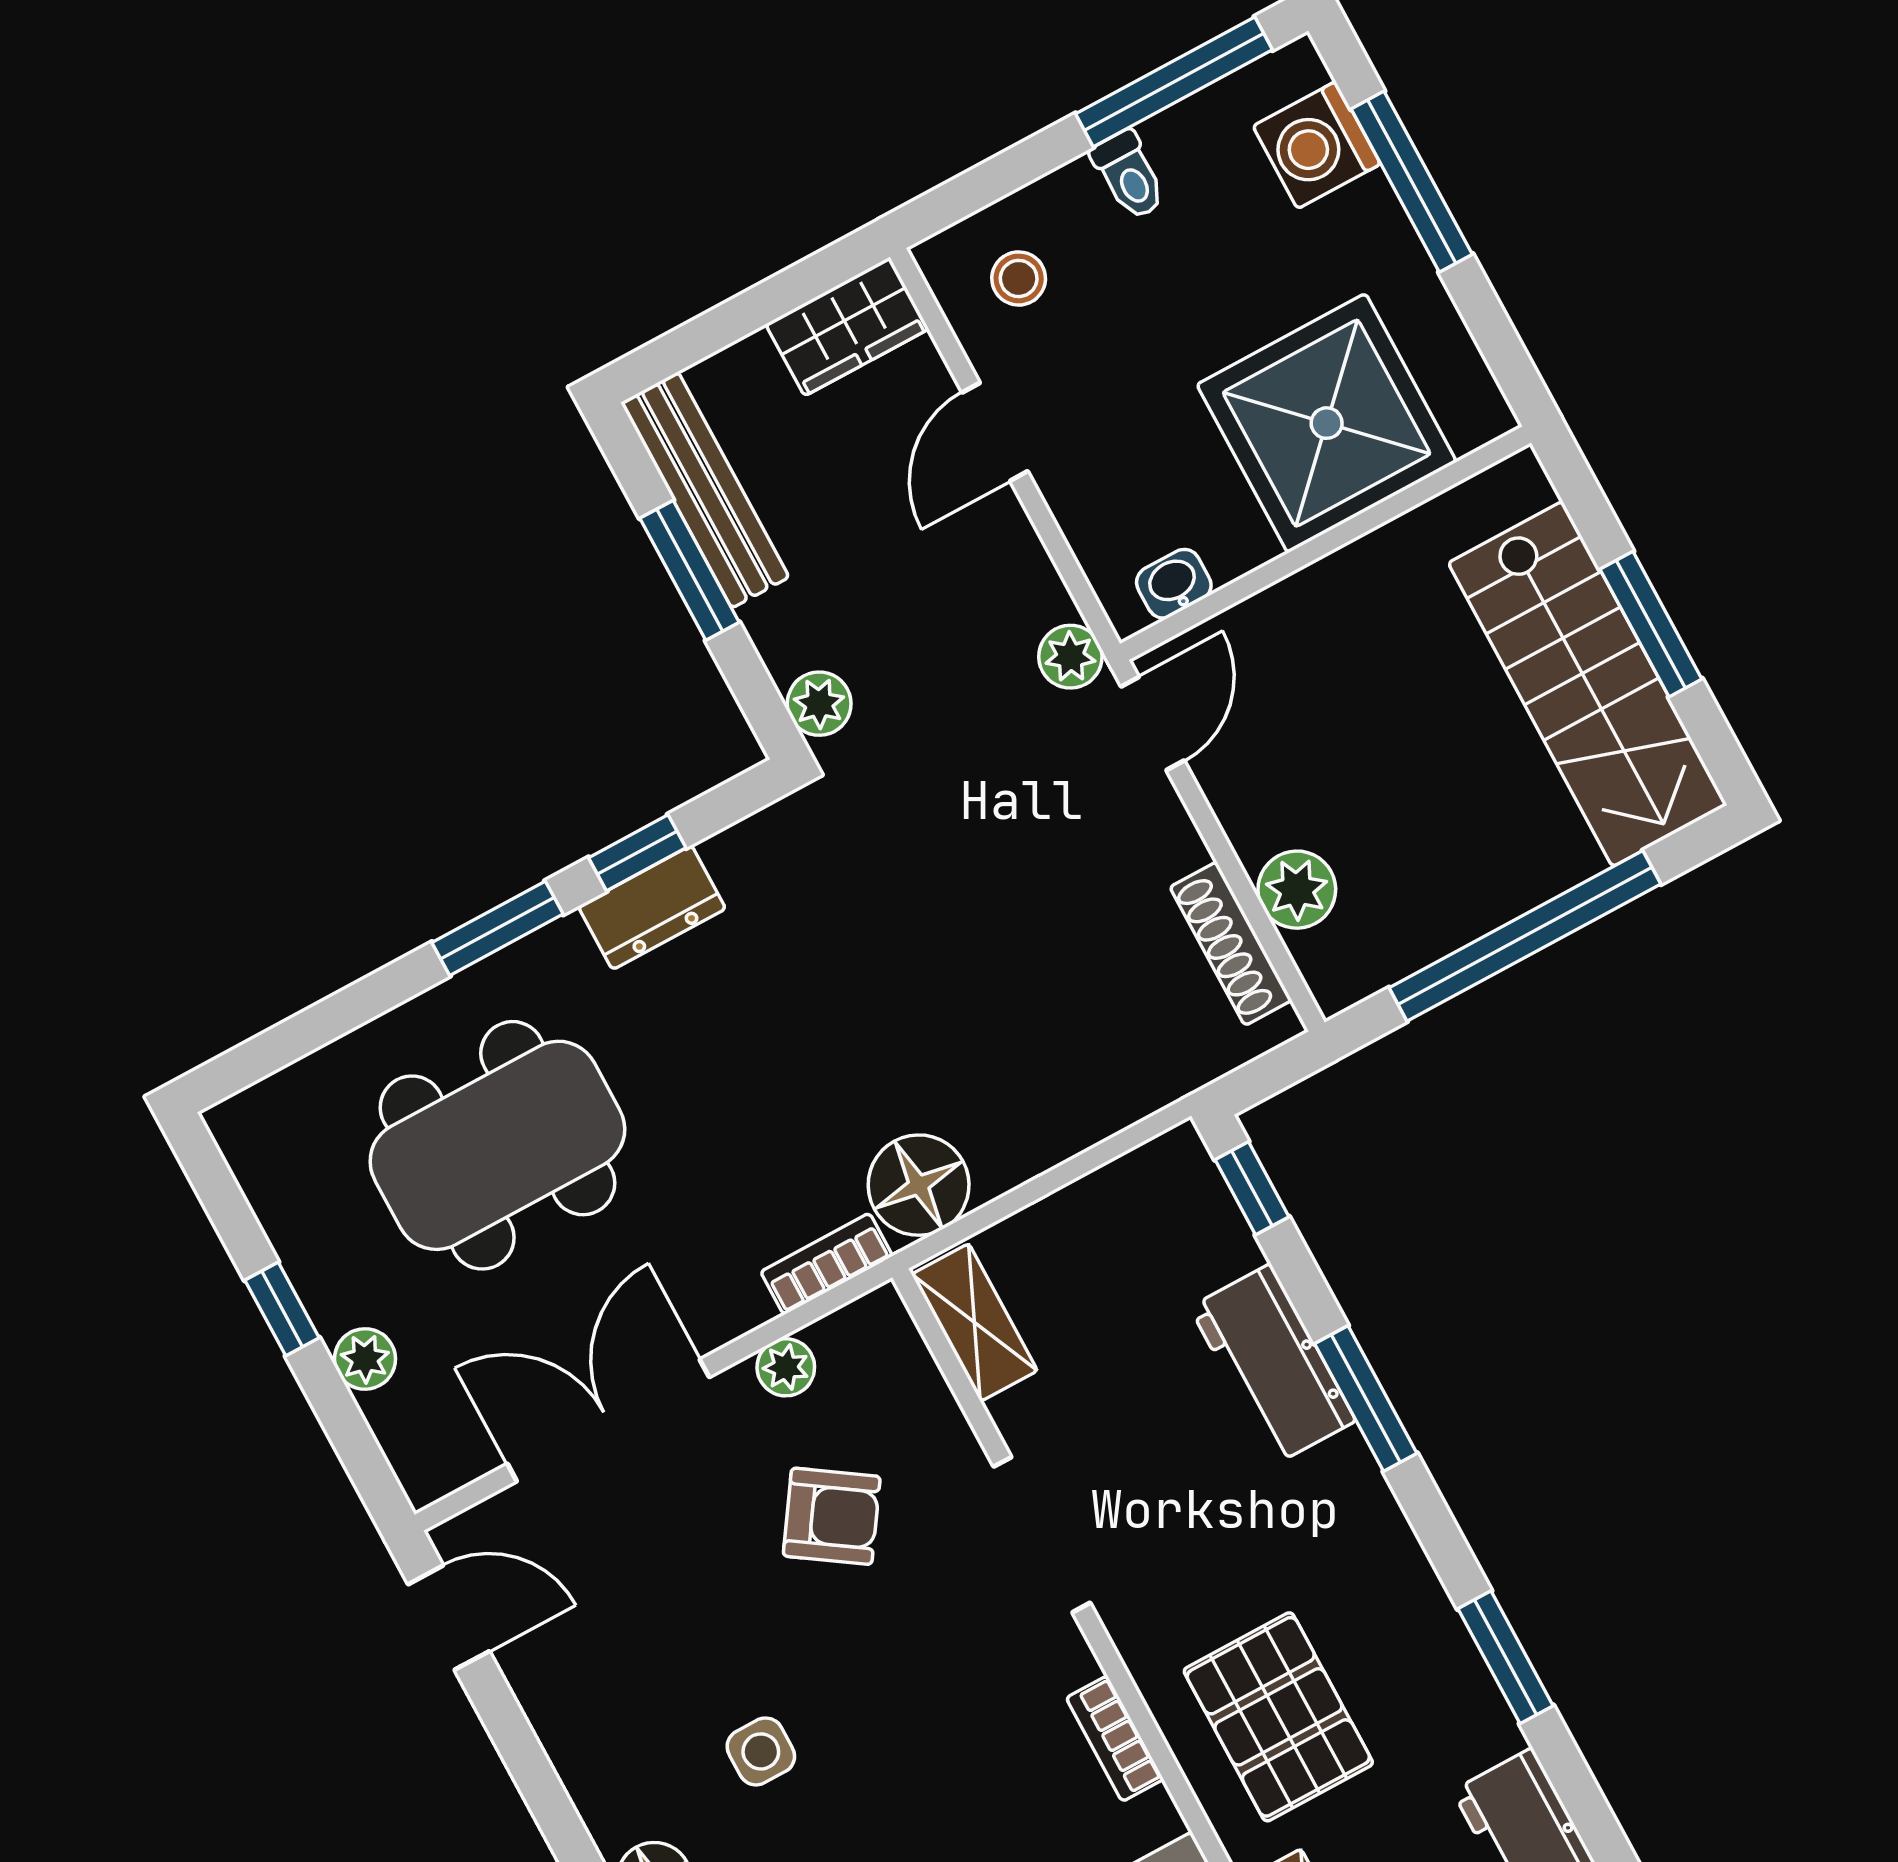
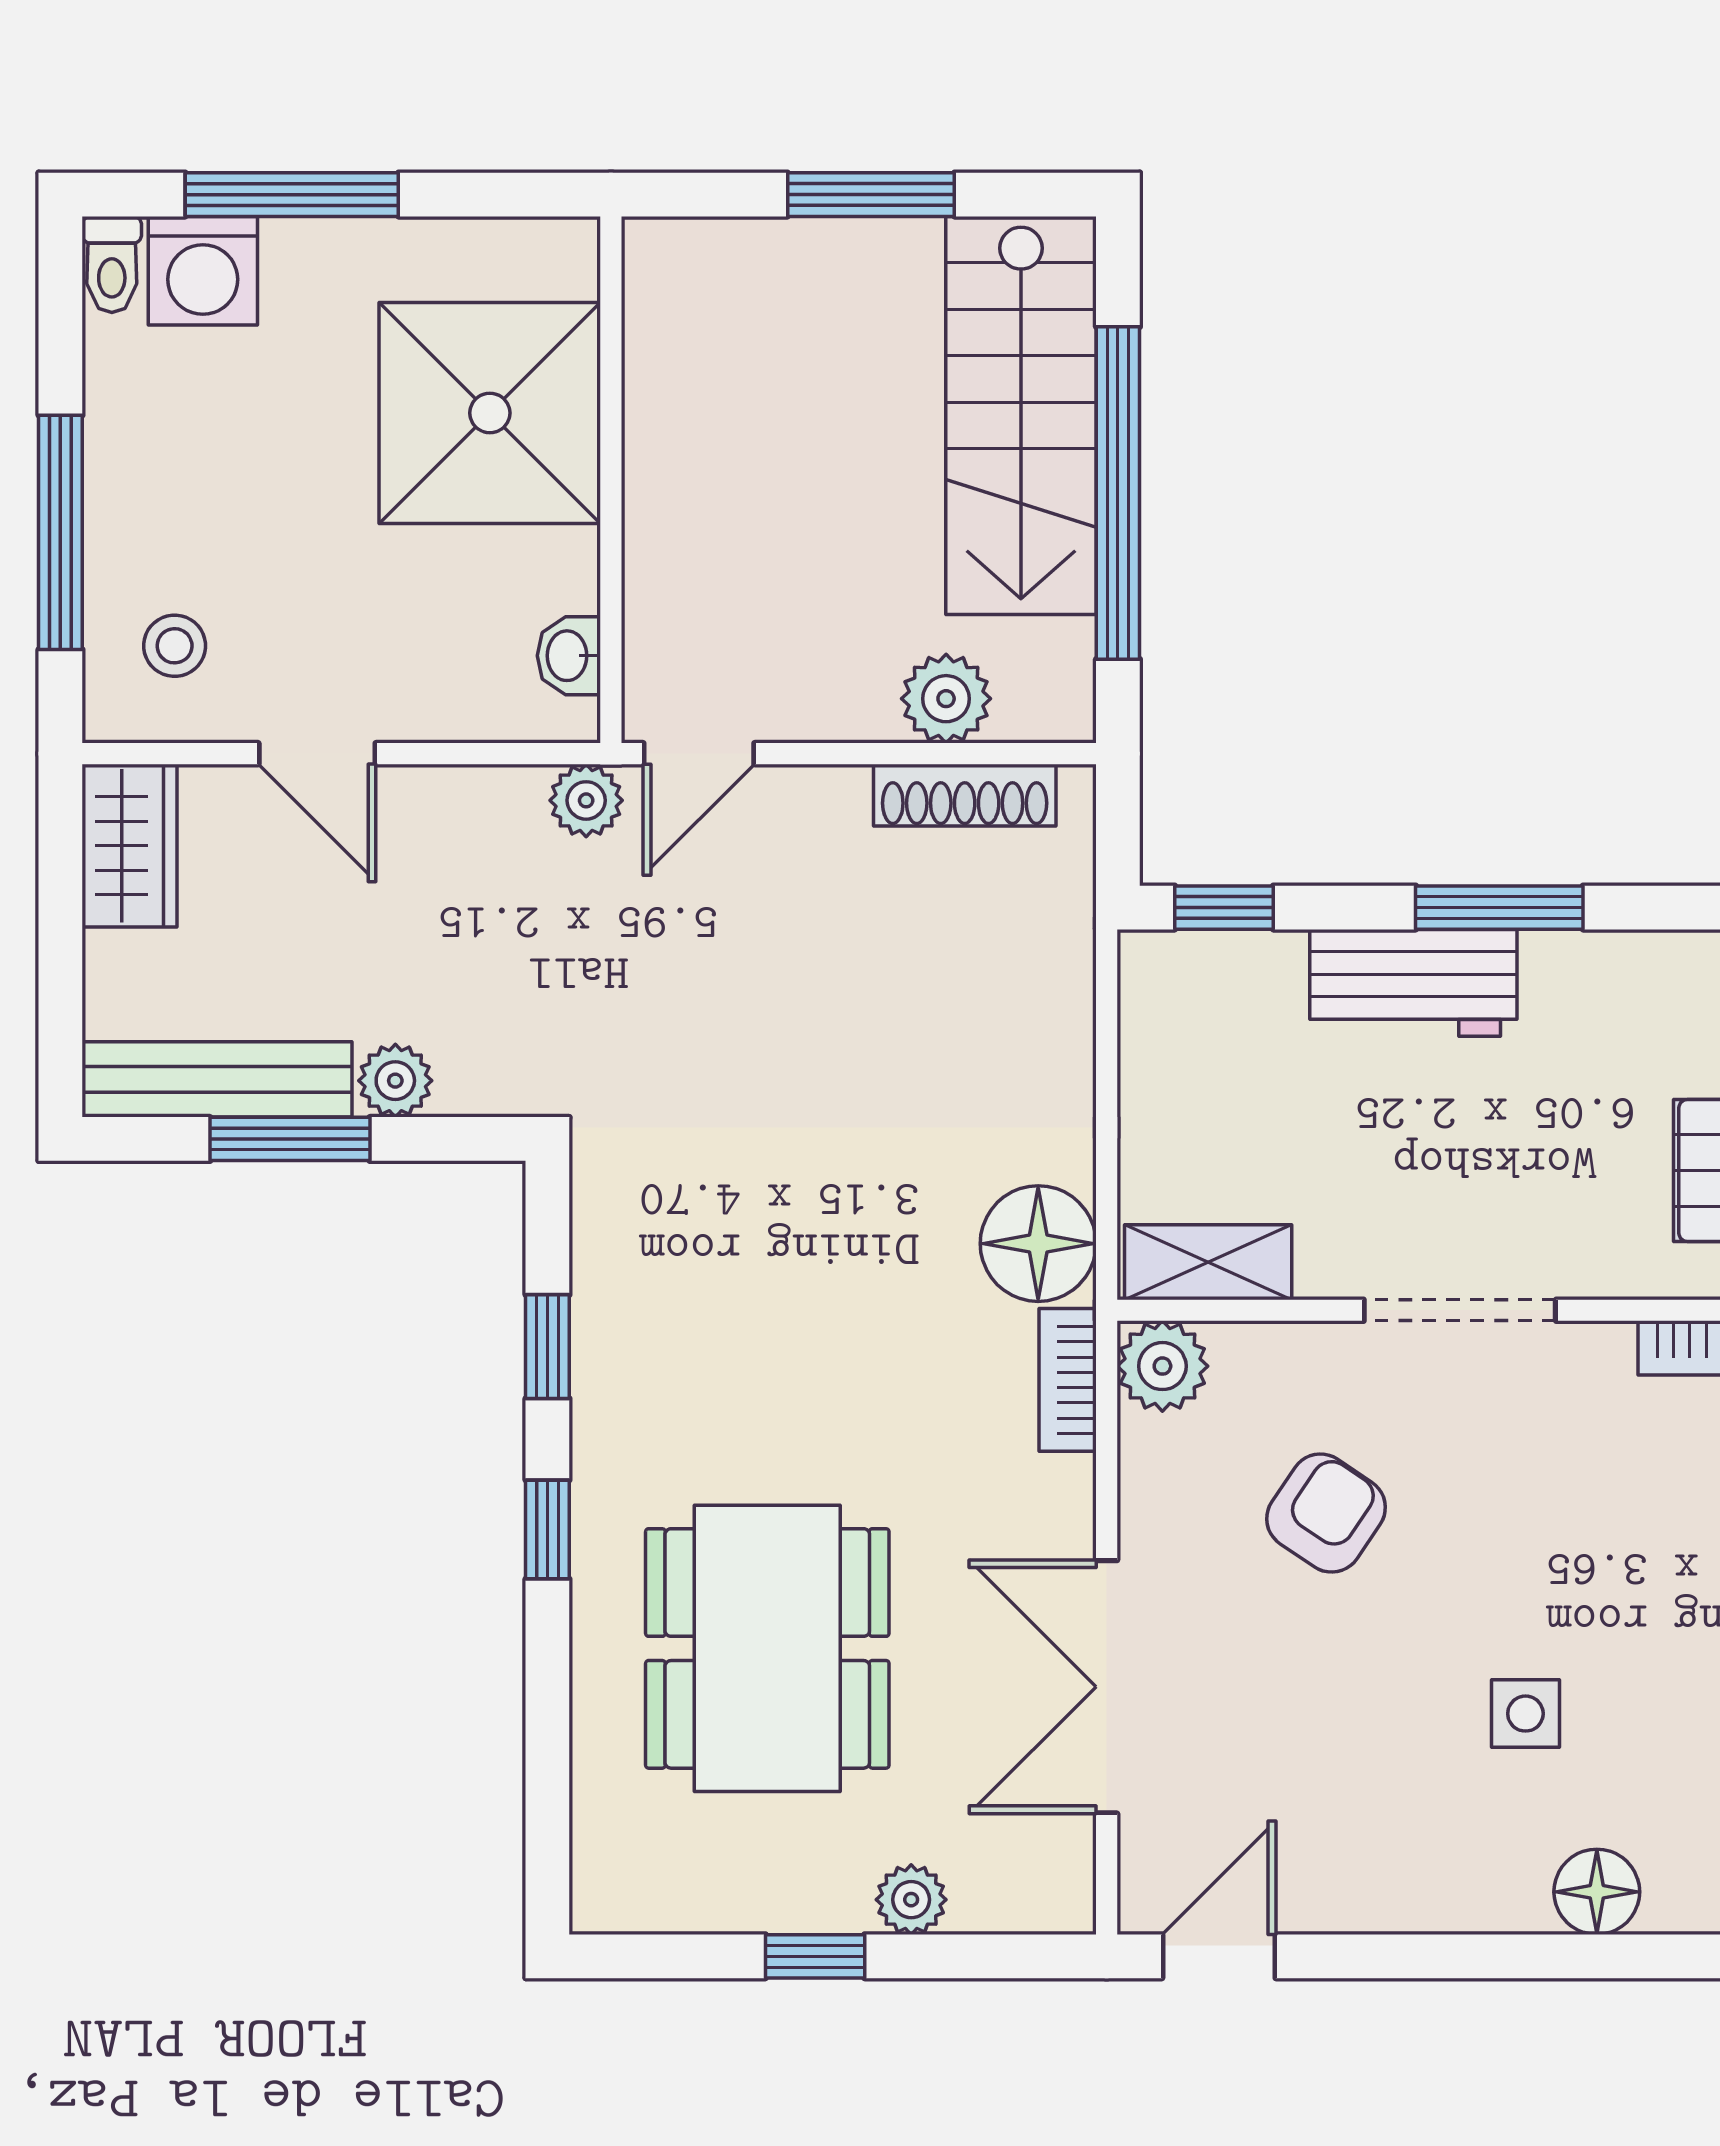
window: (1174, 82) -> (60, 532), moved
toilet: (1129, 175) -> (112, 264), moved, turned 90
stairs: (1588, 684) -> (1021, 416), moved, turned 90
plant: (819, 704) -> (395, 1081), moved
door: (1153, 723) -> (699, 754), swing flipped
dresser: (652, 908) -> (611, 1362), removed
window: (498, 928) -> (547, 1529), width x0.67
plant: (786, 1367) -> (1162, 1366), moved, width x1.38, depth x1.38

